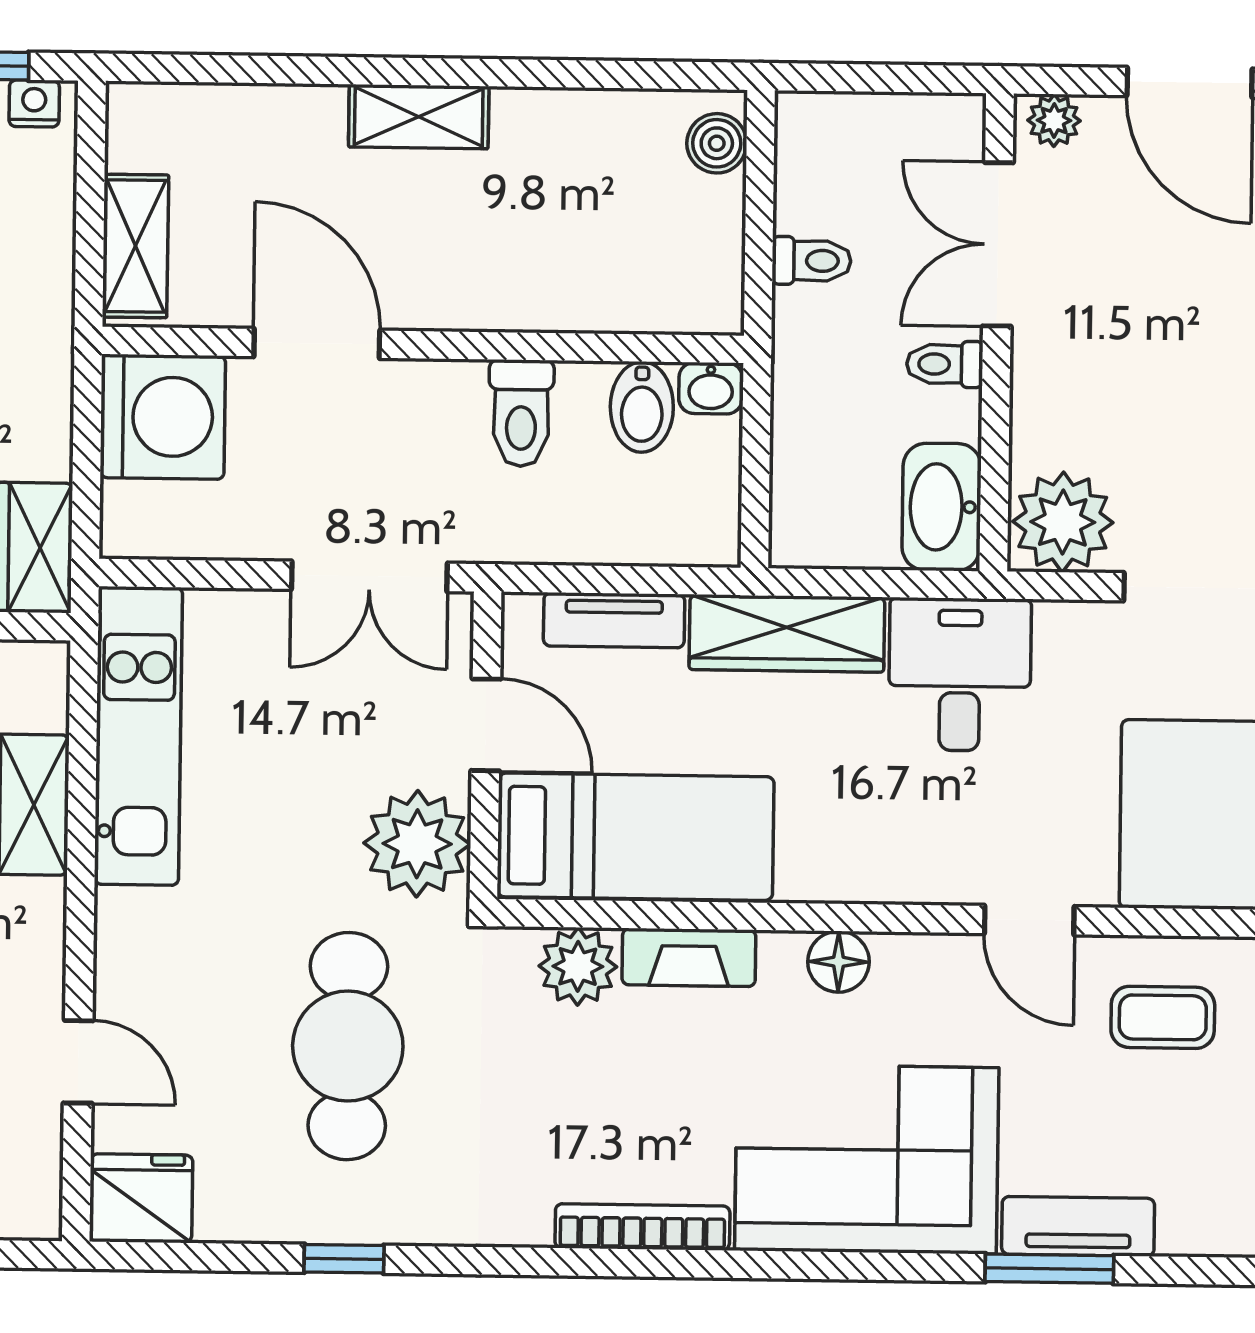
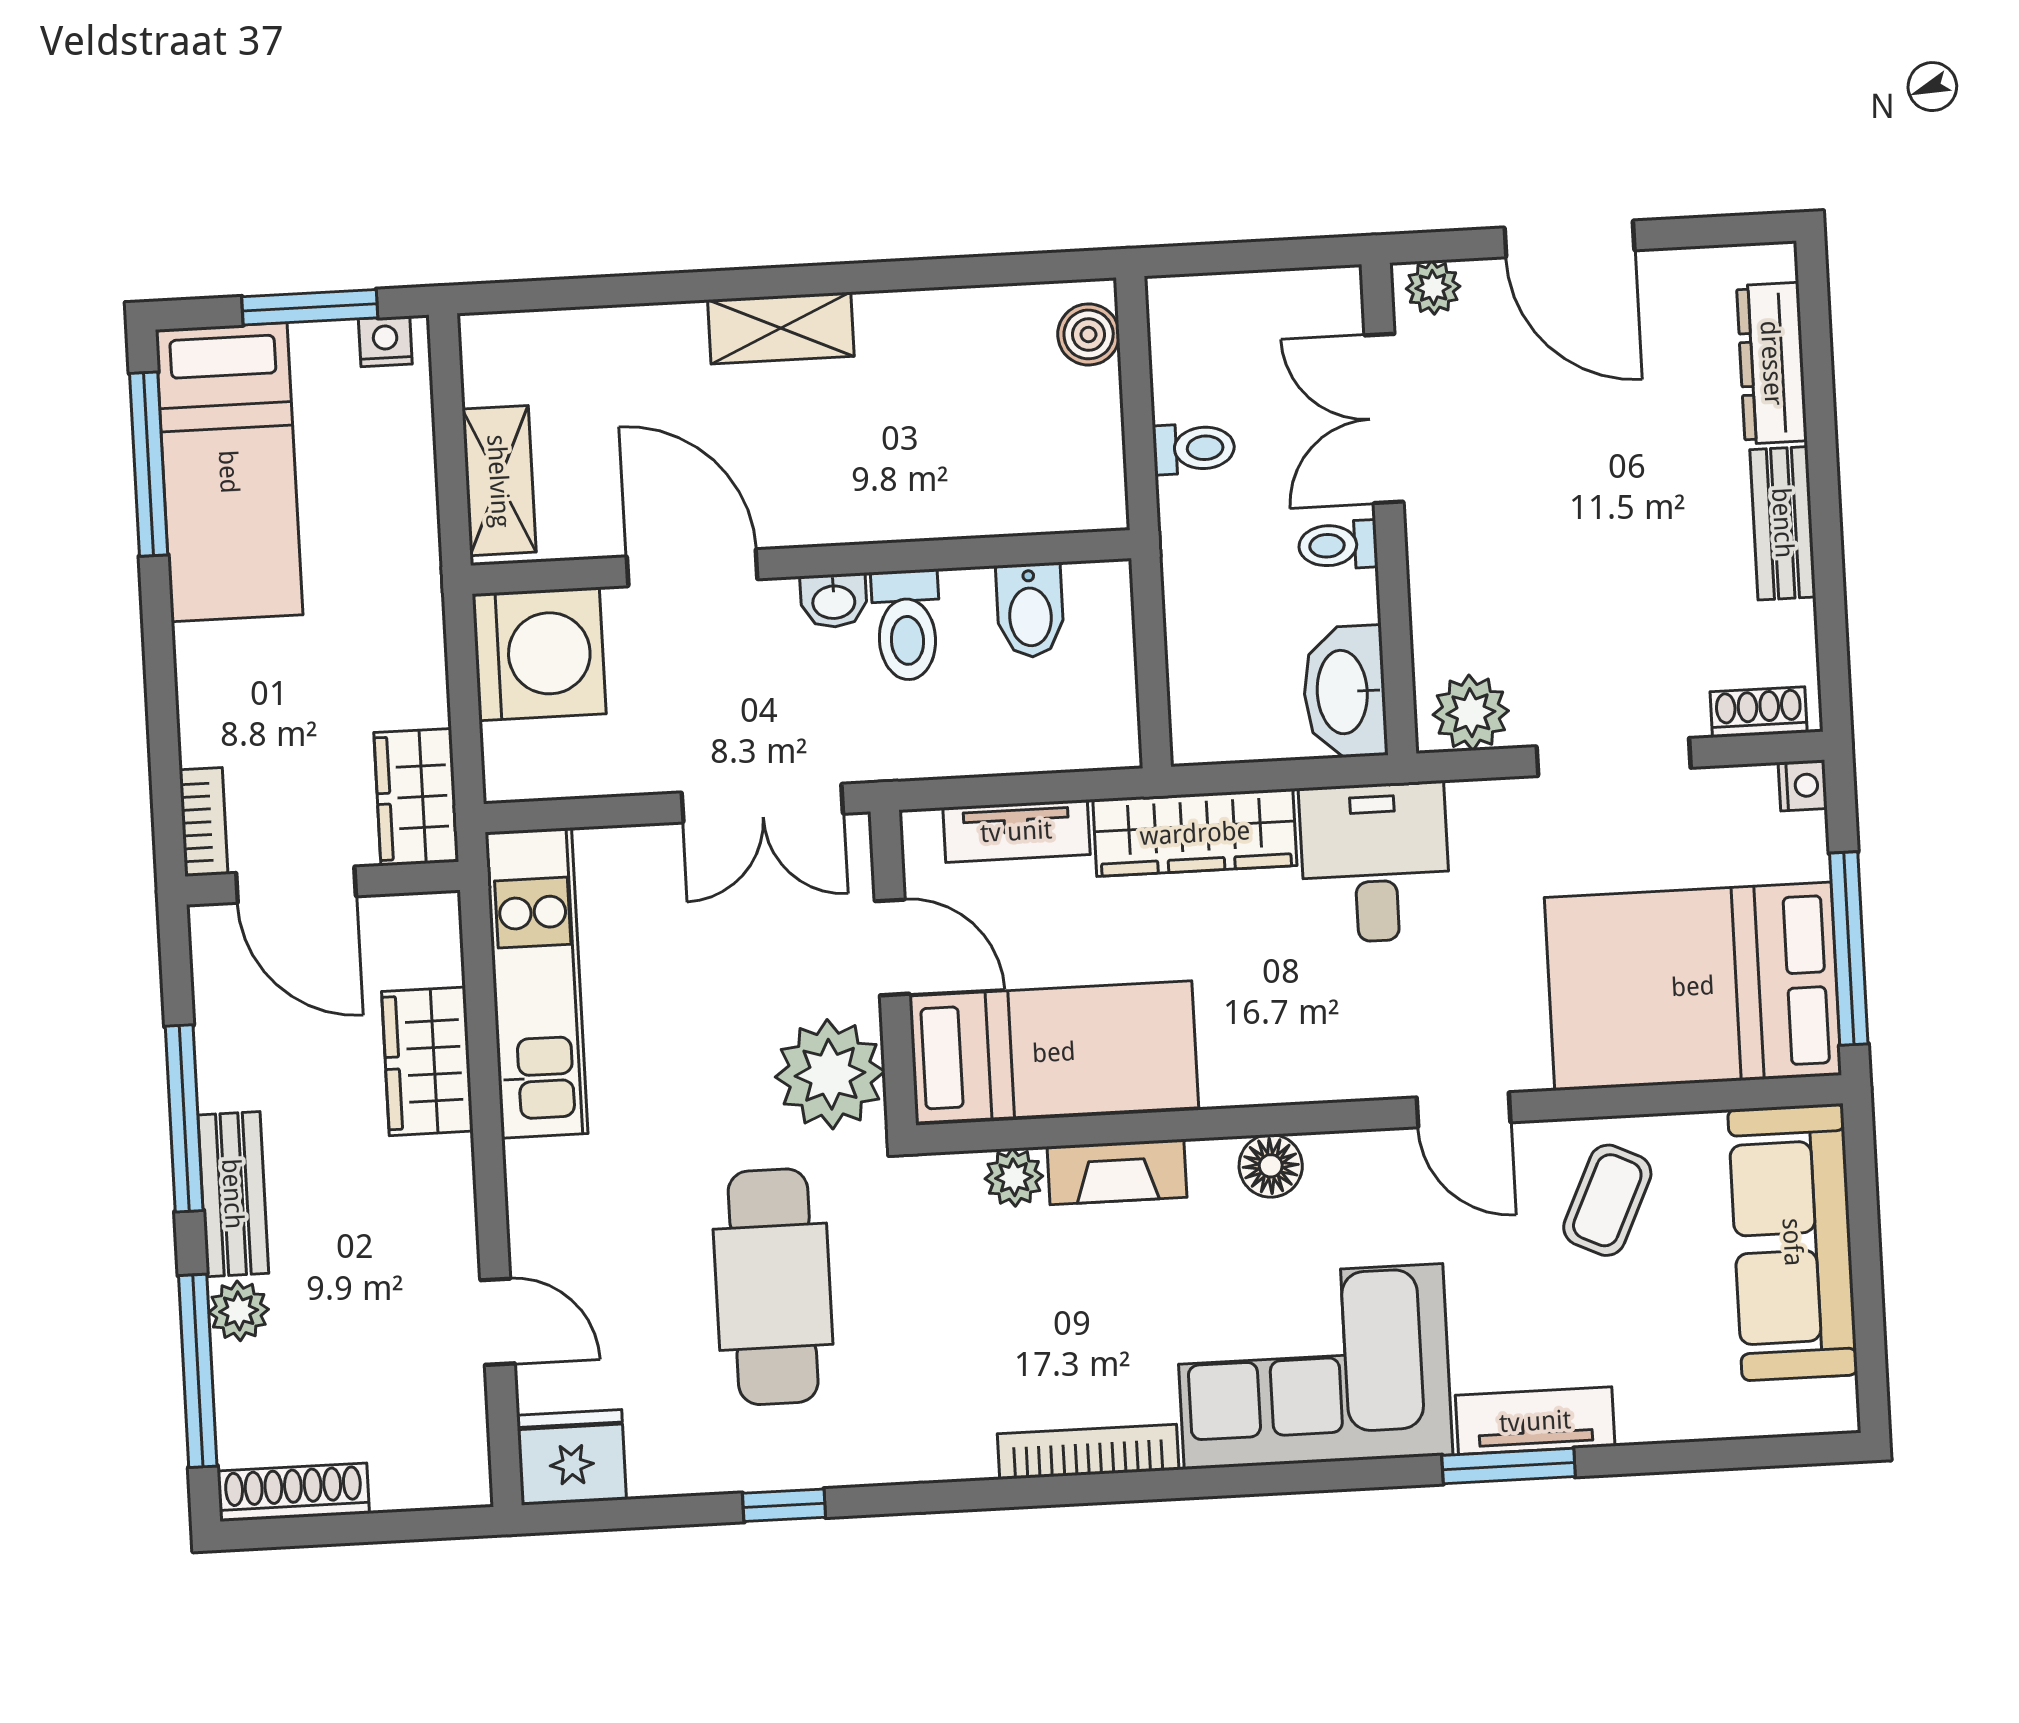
washbasin: (711, 388) -> (834, 601), moved
plant: (1063, 522) -> (1471, 713), width x0.73, depth x0.73
plant: (578, 966) -> (1014, 1177), width x0.73, depth x0.73
coffee table: (1163, 1017) -> (1607, 1200), turned -65

